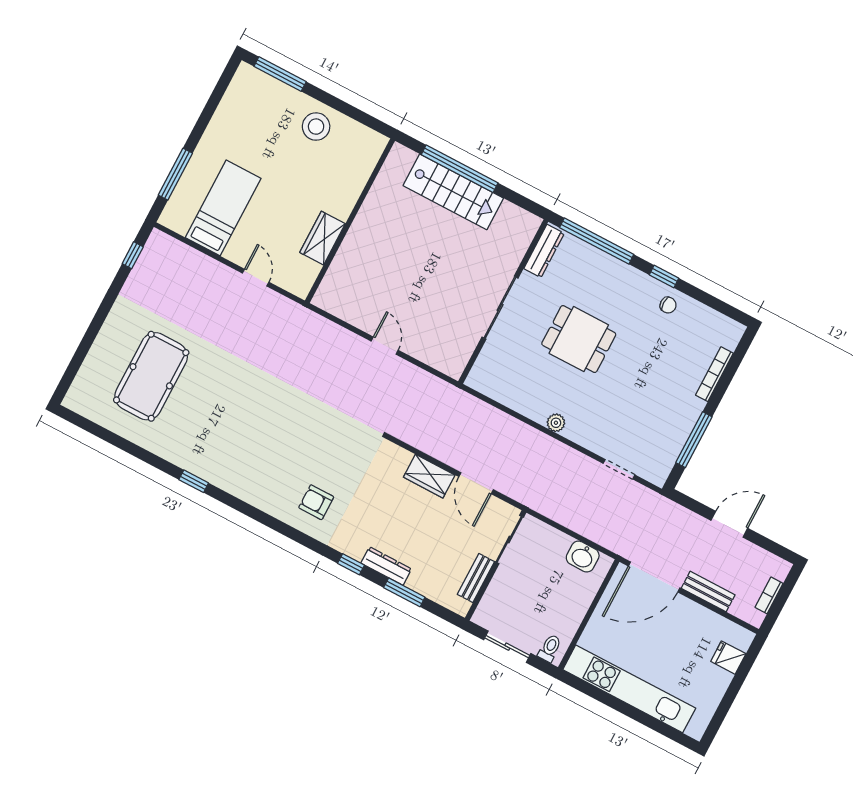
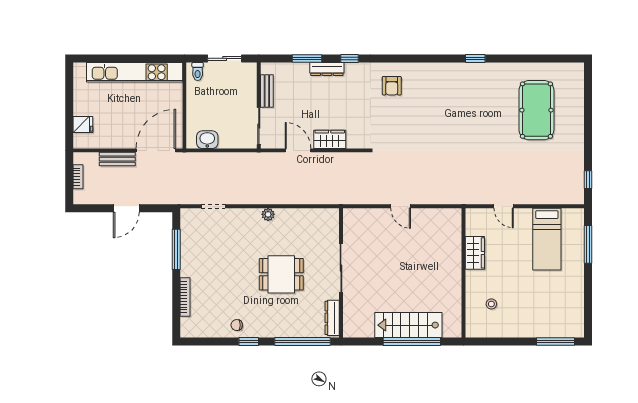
stool: (316, 127) -> (491, 304), moved, width x0.53, depth x0.53
armchair: (316, 502) -> (392, 86), turned 90

